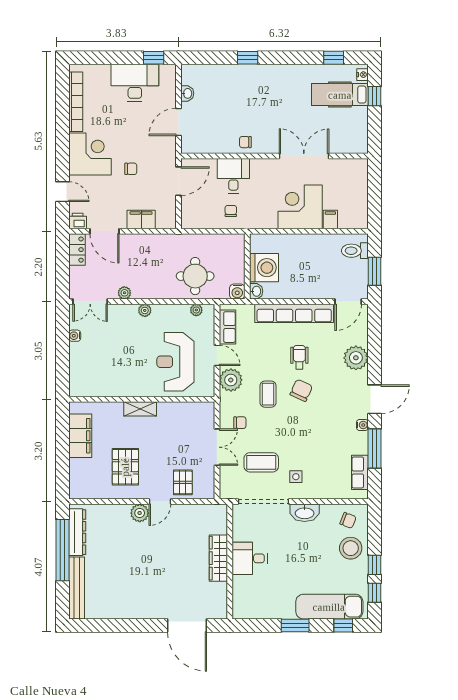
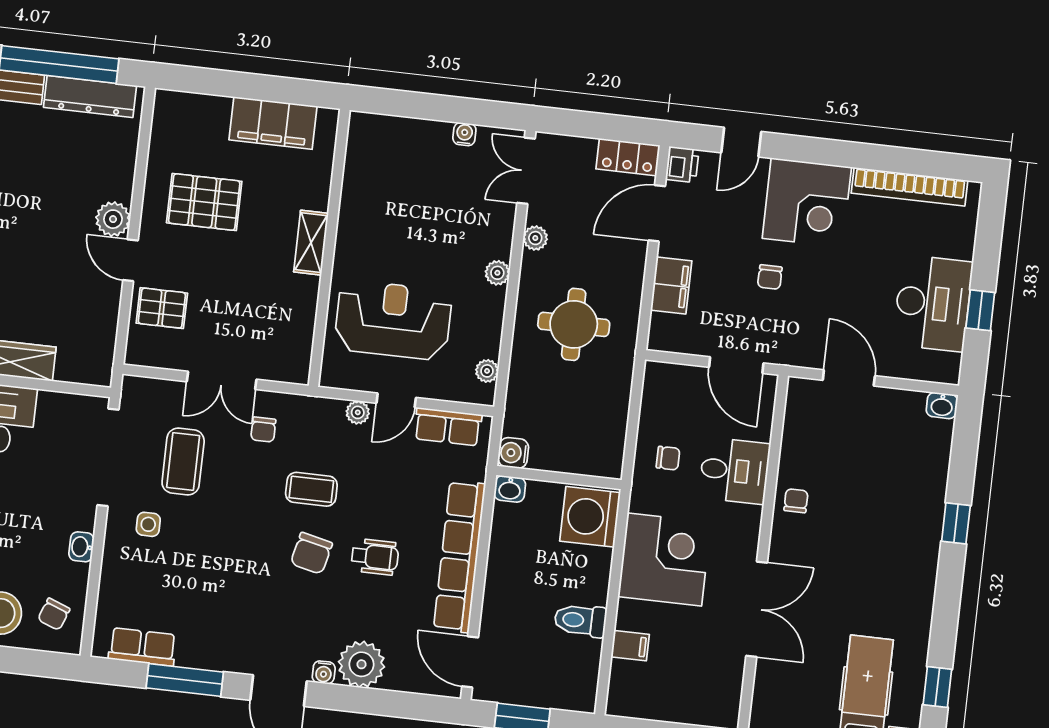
window: (154, 58) -> (980, 310), moved
washbasin: (187, 93) -> (942, 405), moved
corner desk: (300, 207) -> (664, 560), moved
toilet: (355, 251) -> (580, 620), moved, turned -90
washing machine: (264, 268) -> (590, 517), moved, turned 90
round table: (195, 276) -> (574, 324), moved
plant: (231, 380) -> (358, 412), width x0.53, depth x0.53
chair: (301, 390) -> (311, 553), turned 79
water cooler: (362, 425) -> (324, 672), moved
washbasin: (305, 513) -> (81, 547), width x0.52, depth x0.69

